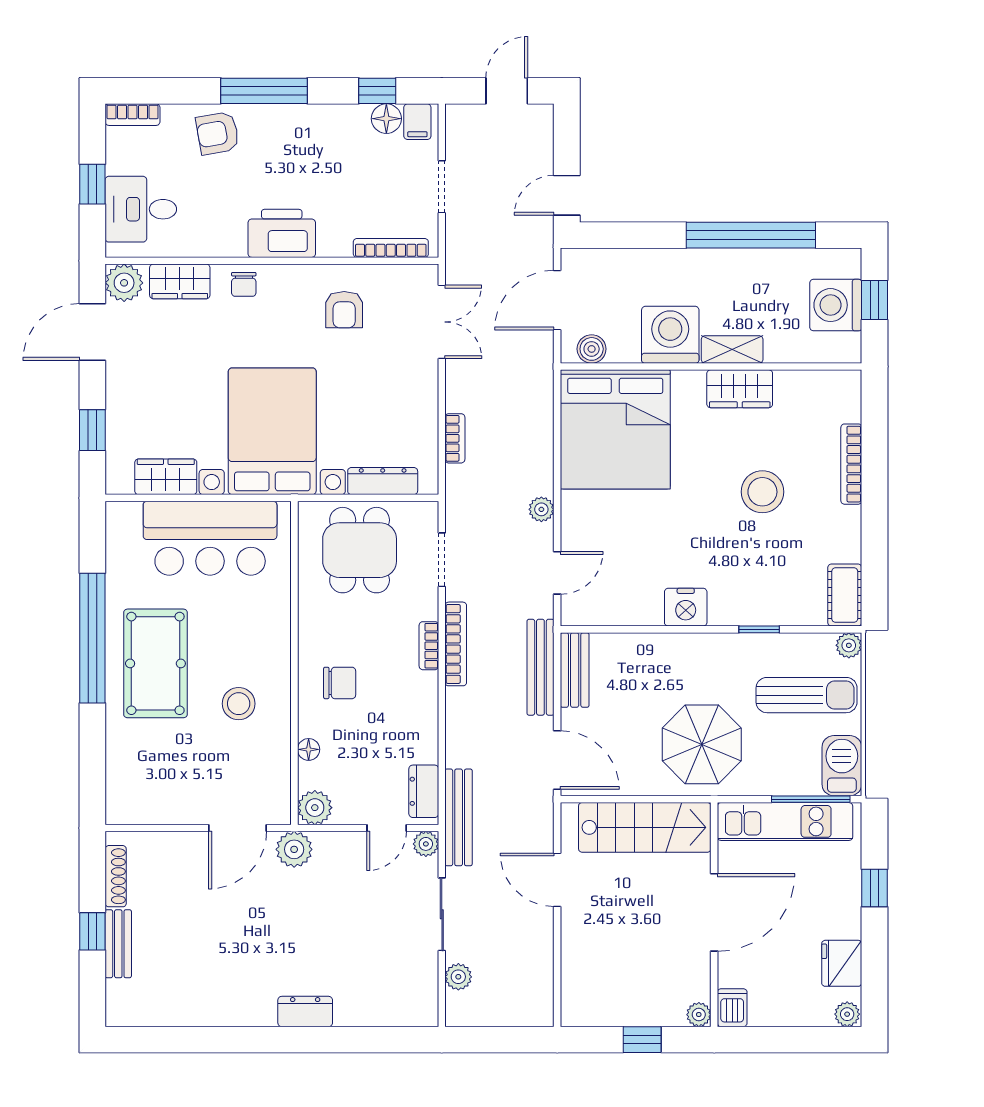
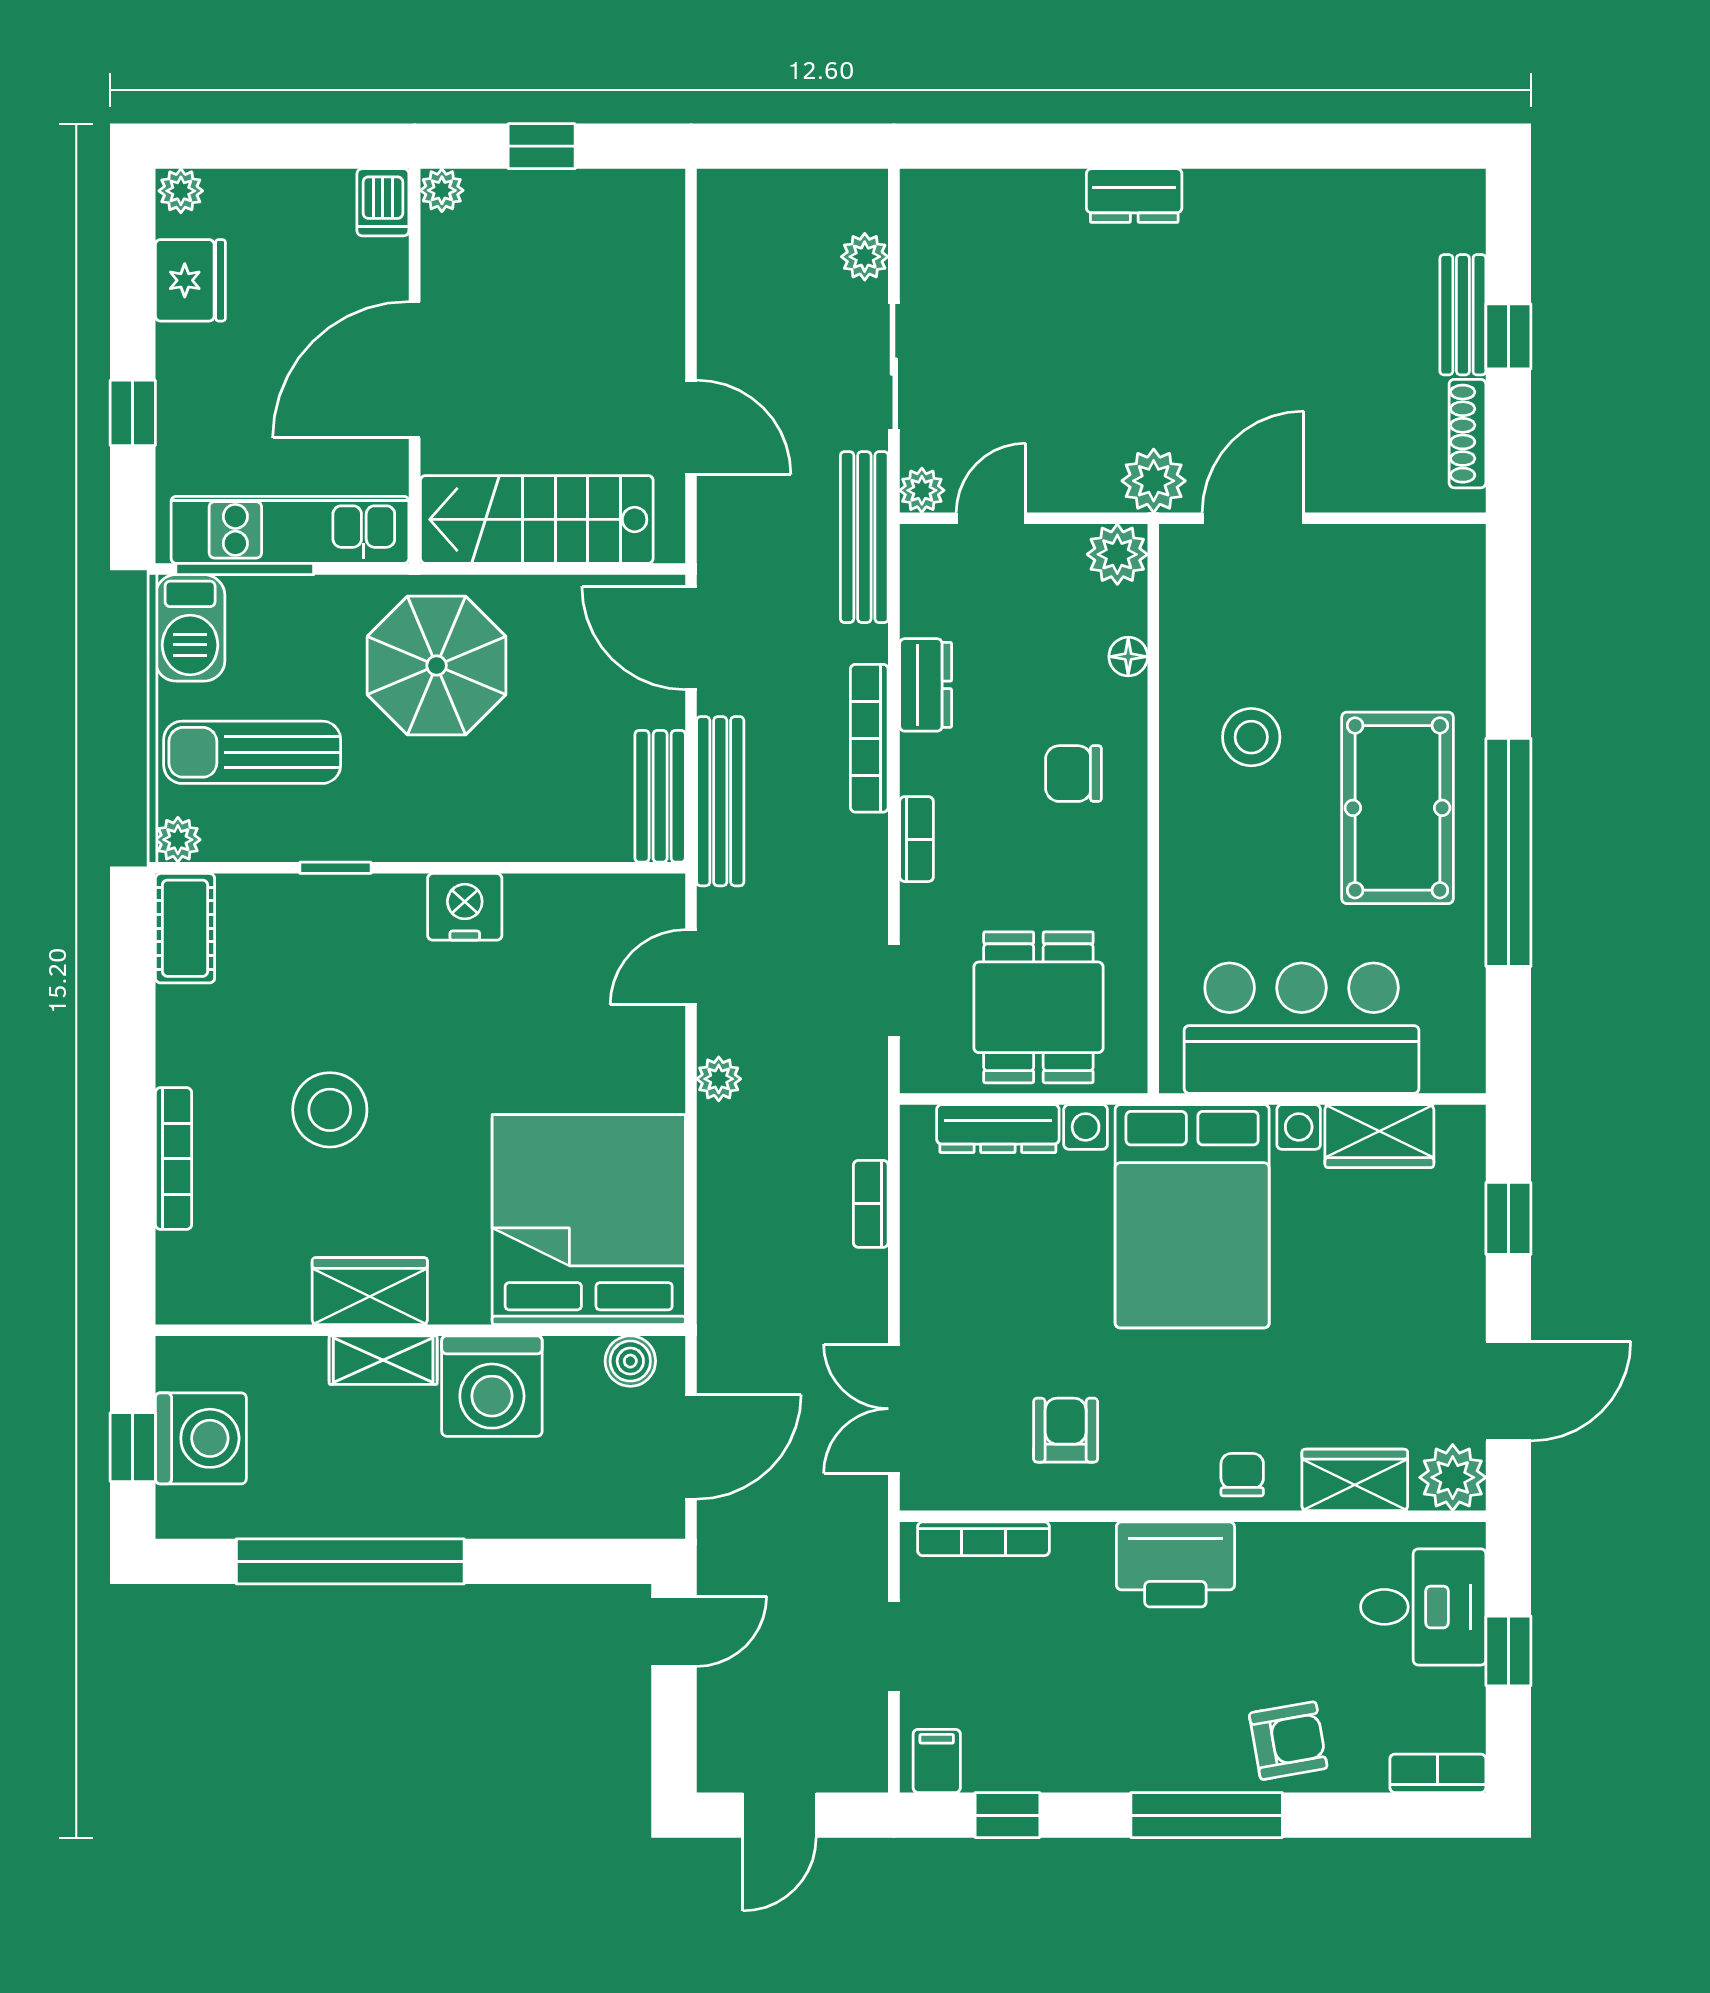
floor lamp: (386, 119) -> (991, 1766), removed
bookcase: (456, 644) -> (869, 738), moved
dresser: (424, 791) -> (926, 685), moved

